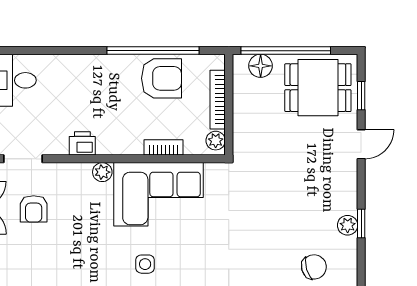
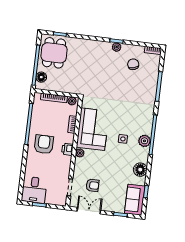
armchair: (162, 78) -> (44, 144), moved
printer: (82, 143) -> (67, 149), moved
door: (361, 144) -> (81, 37), removed

